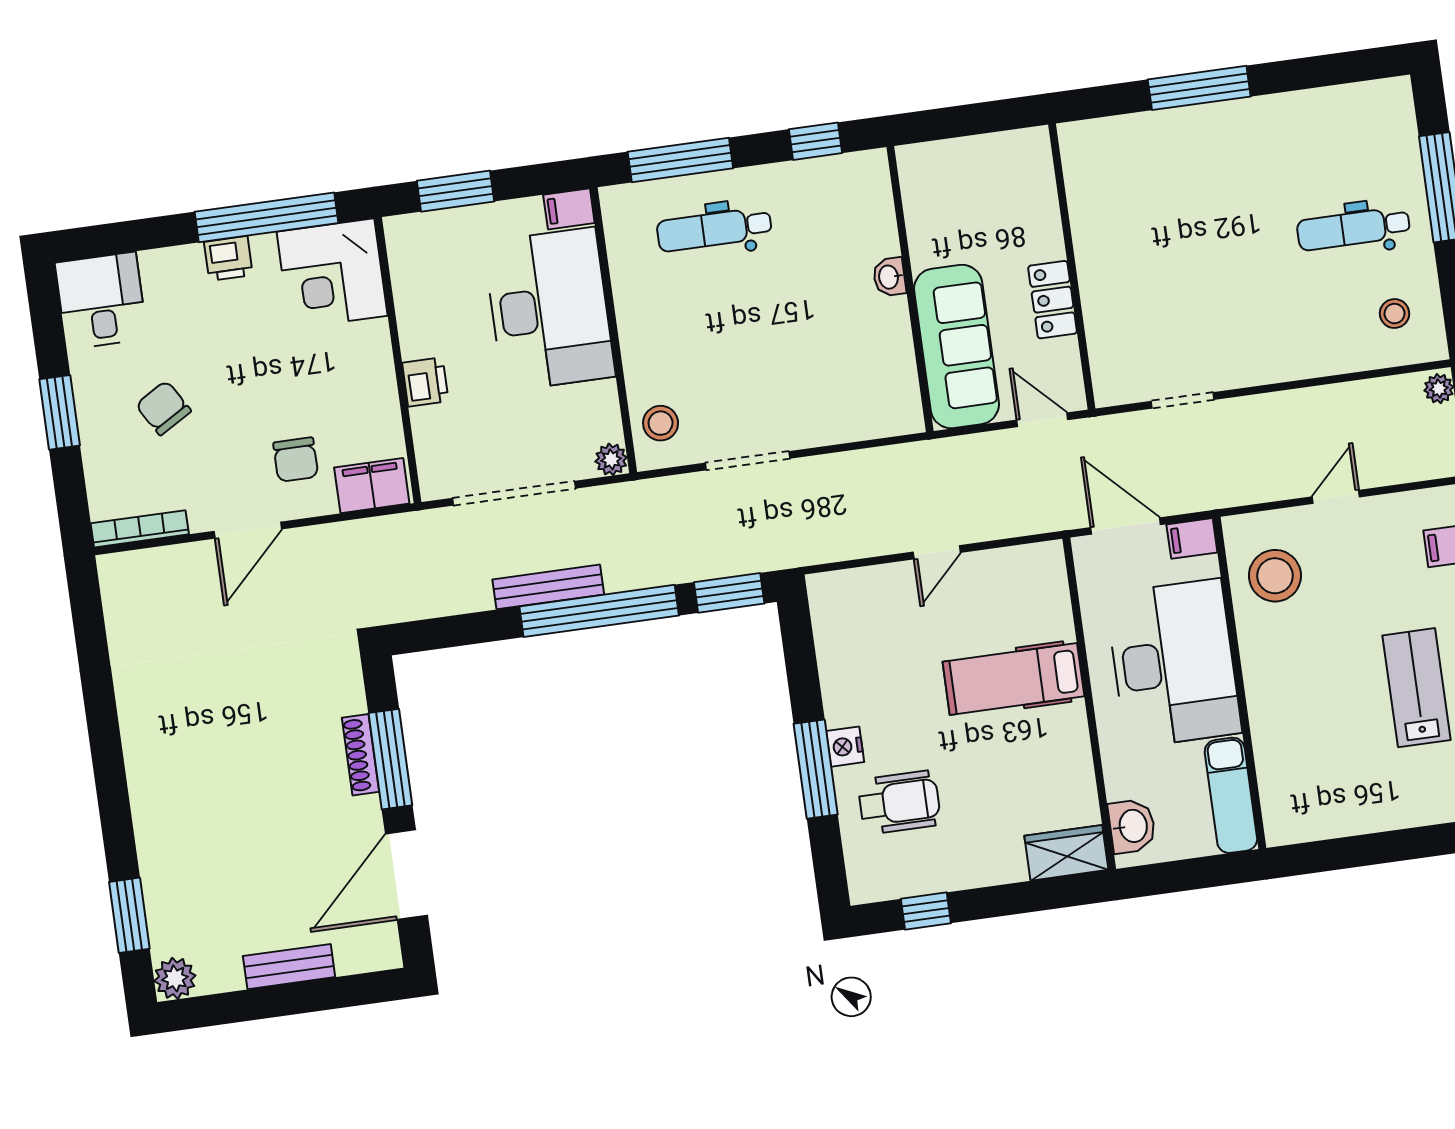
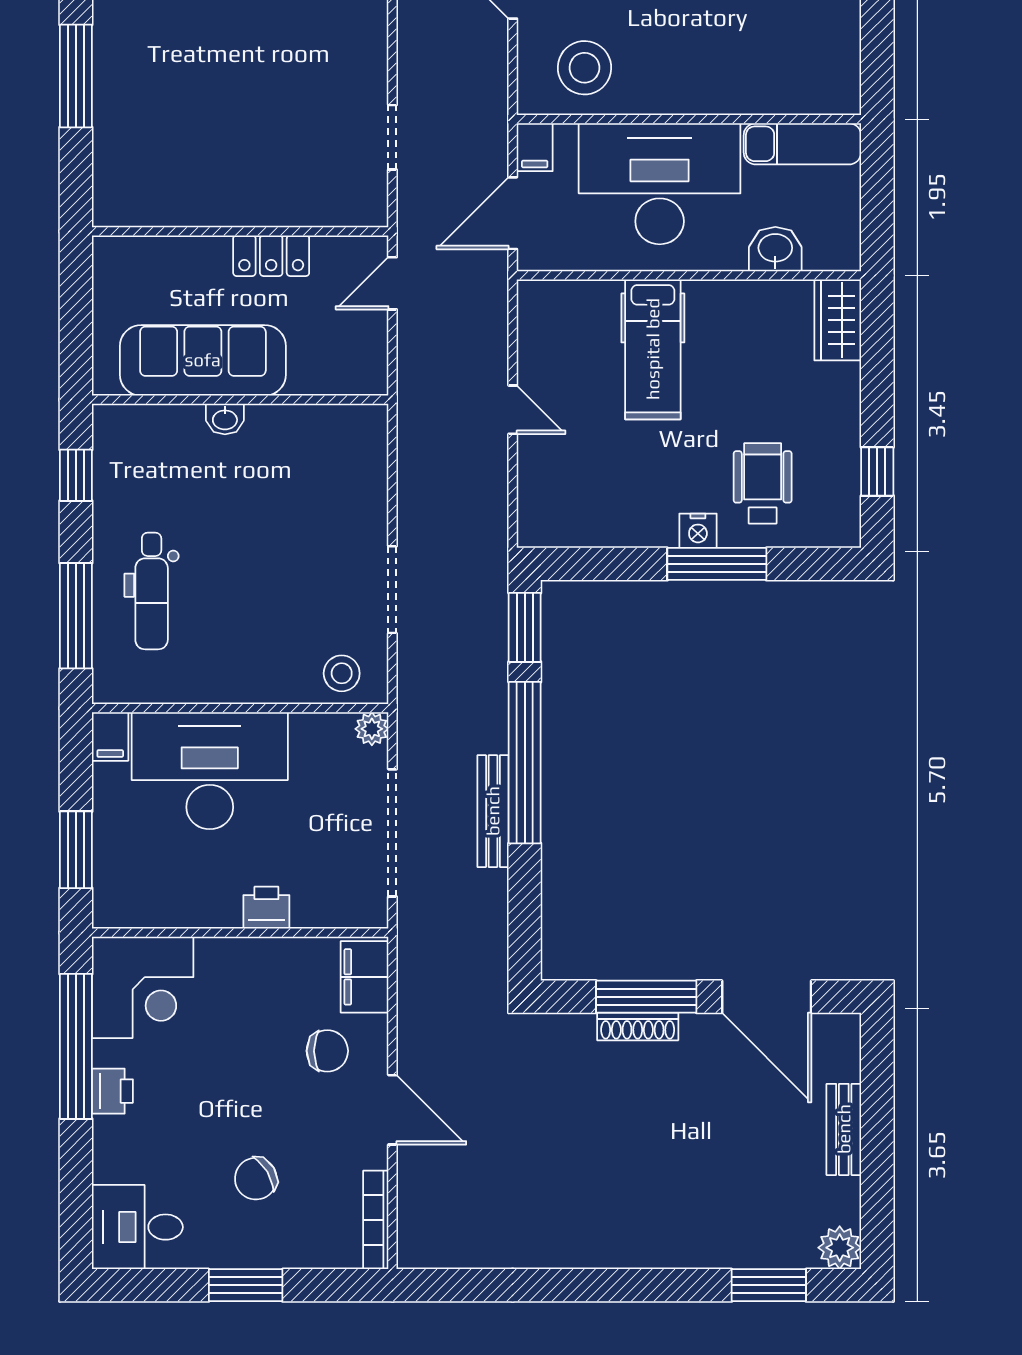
sofa: (956, 347) -> (203, 360), moved
washbasin: (1132, 826) -> (775, 249), moved

